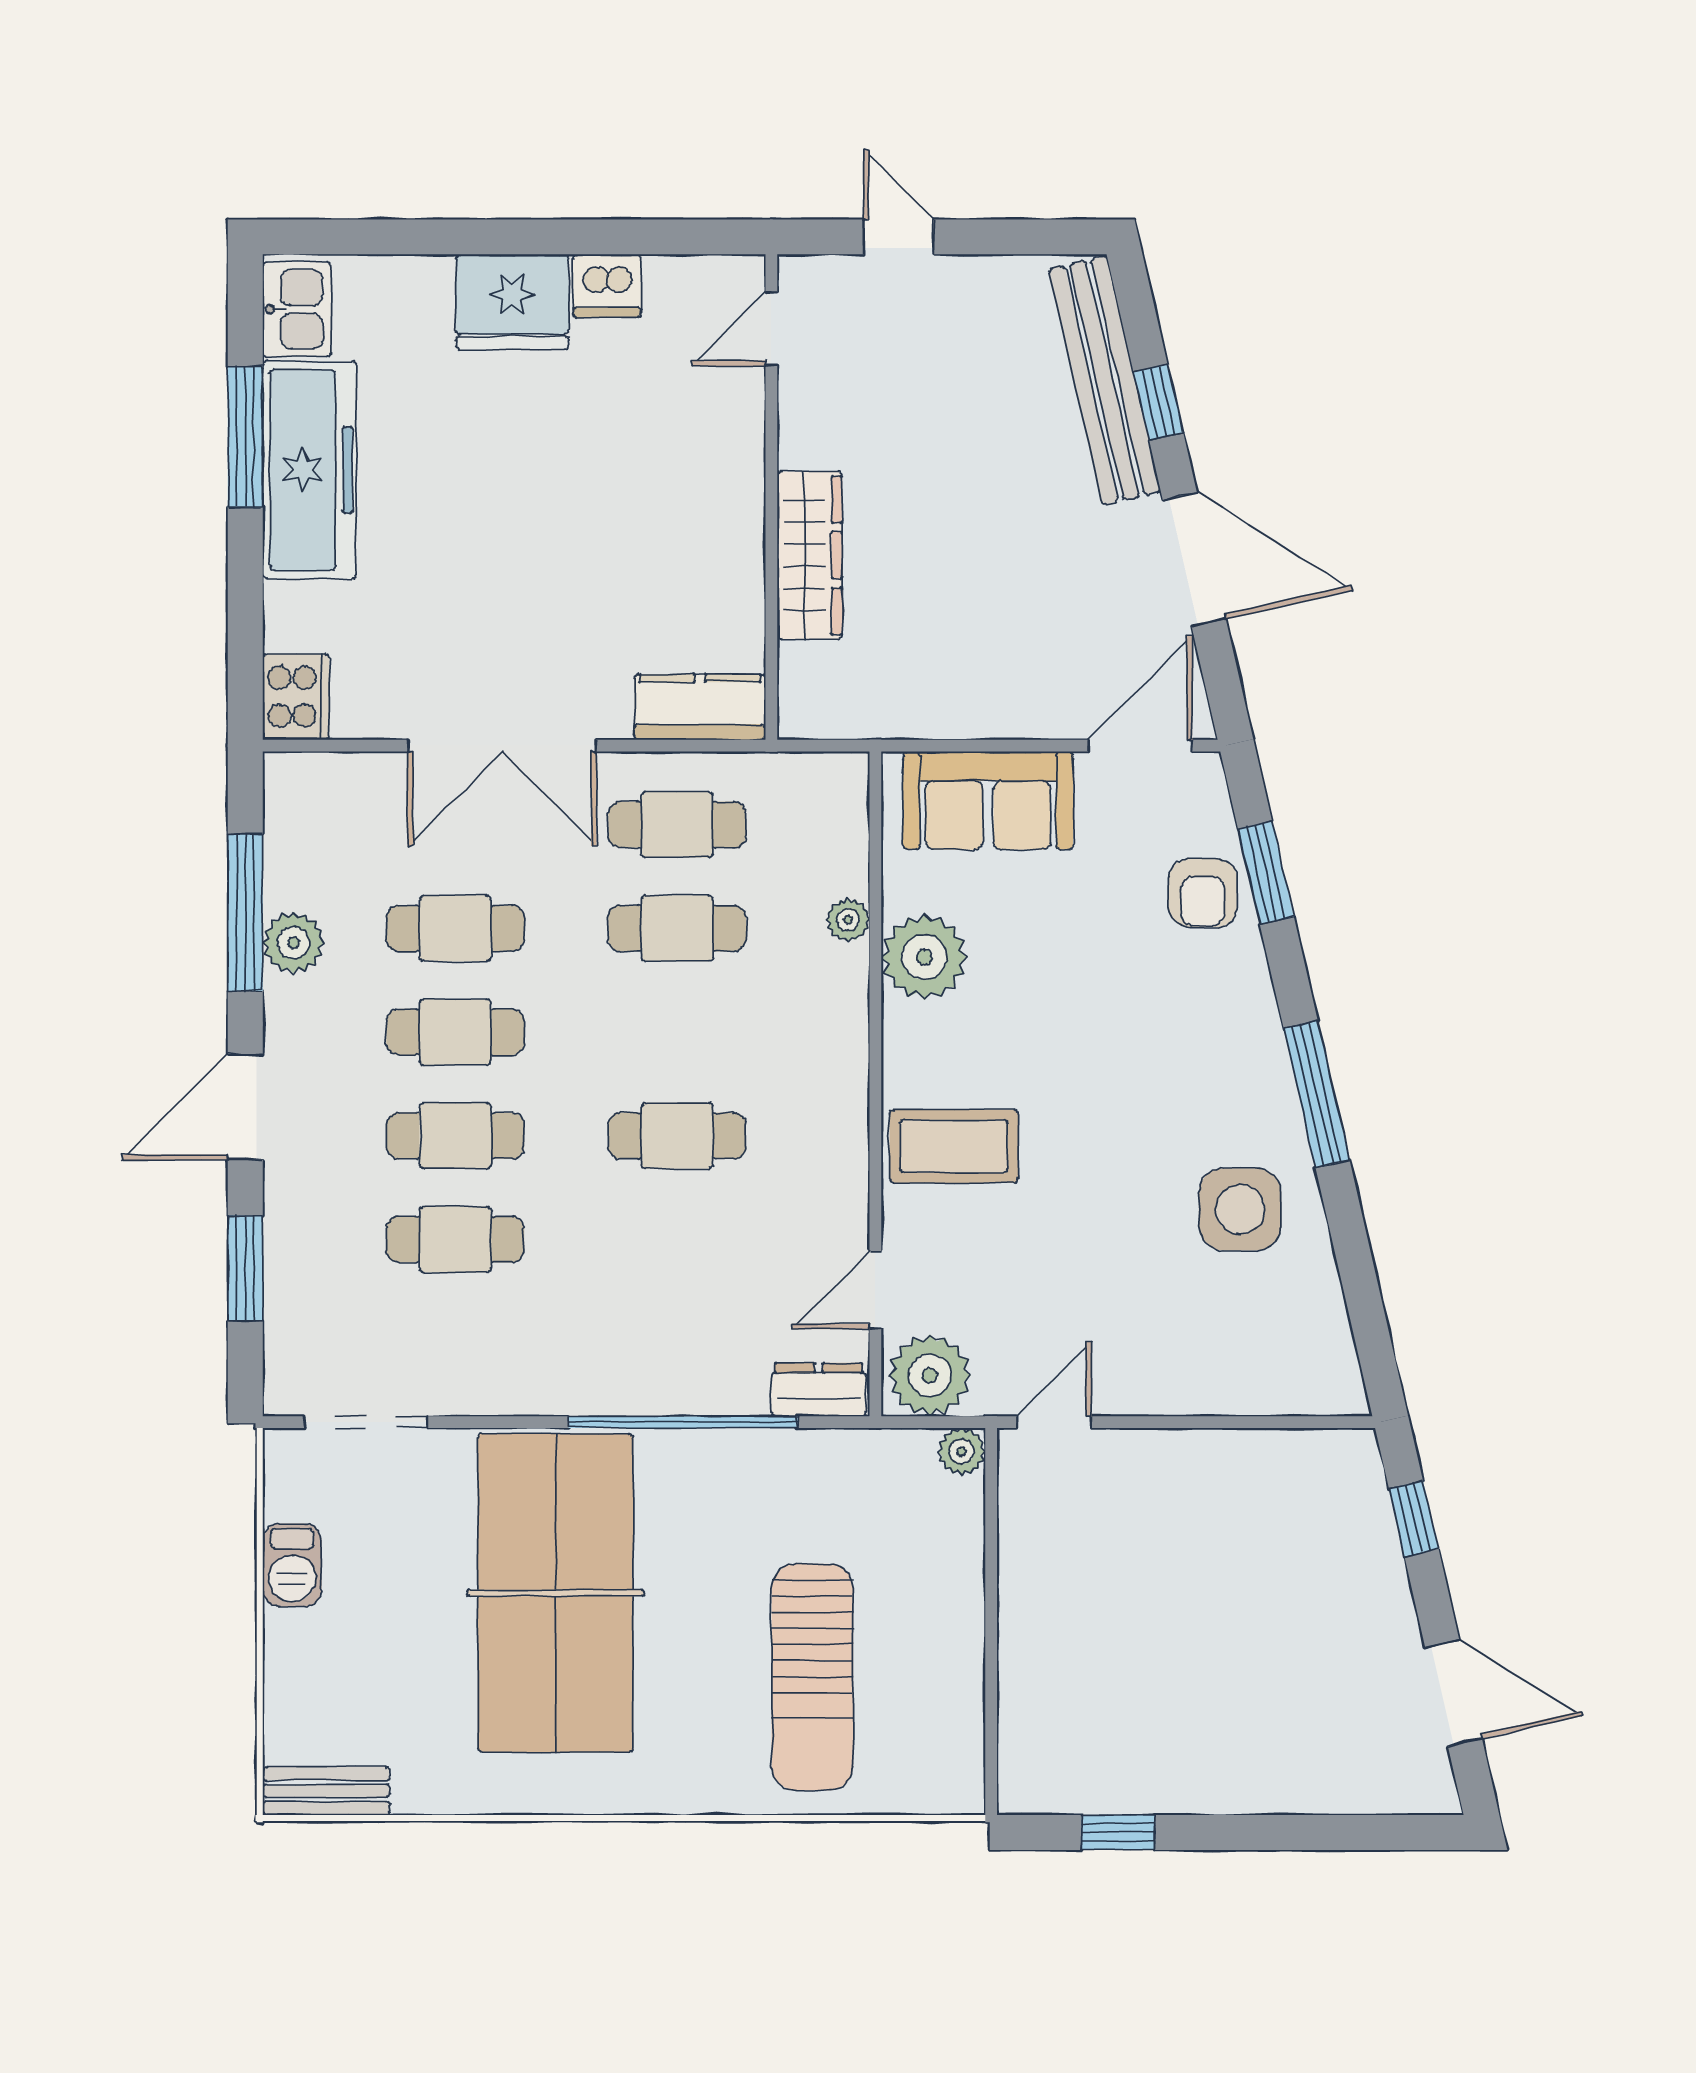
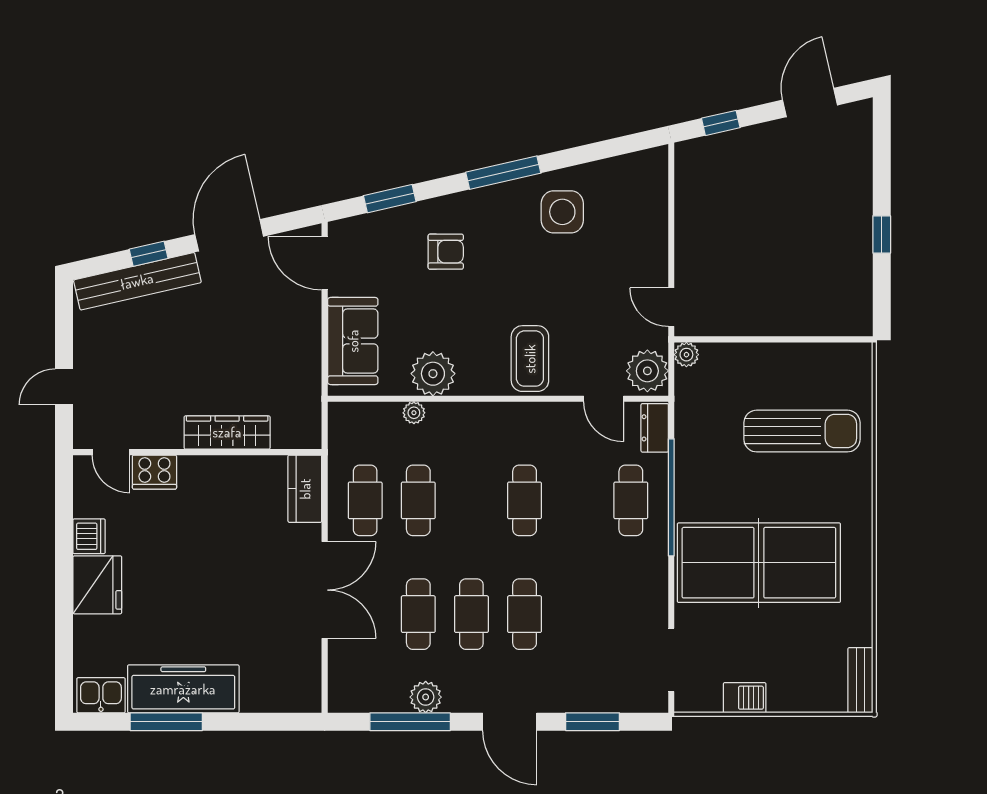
cooker: (296, 697) -> (154, 472), moved, turned 180
armchair: (1203, 893) -> (446, 252), moved
cafe table: (455, 1239) -> (631, 500), moved
window: (1118, 1833) -> (882, 234), moved

